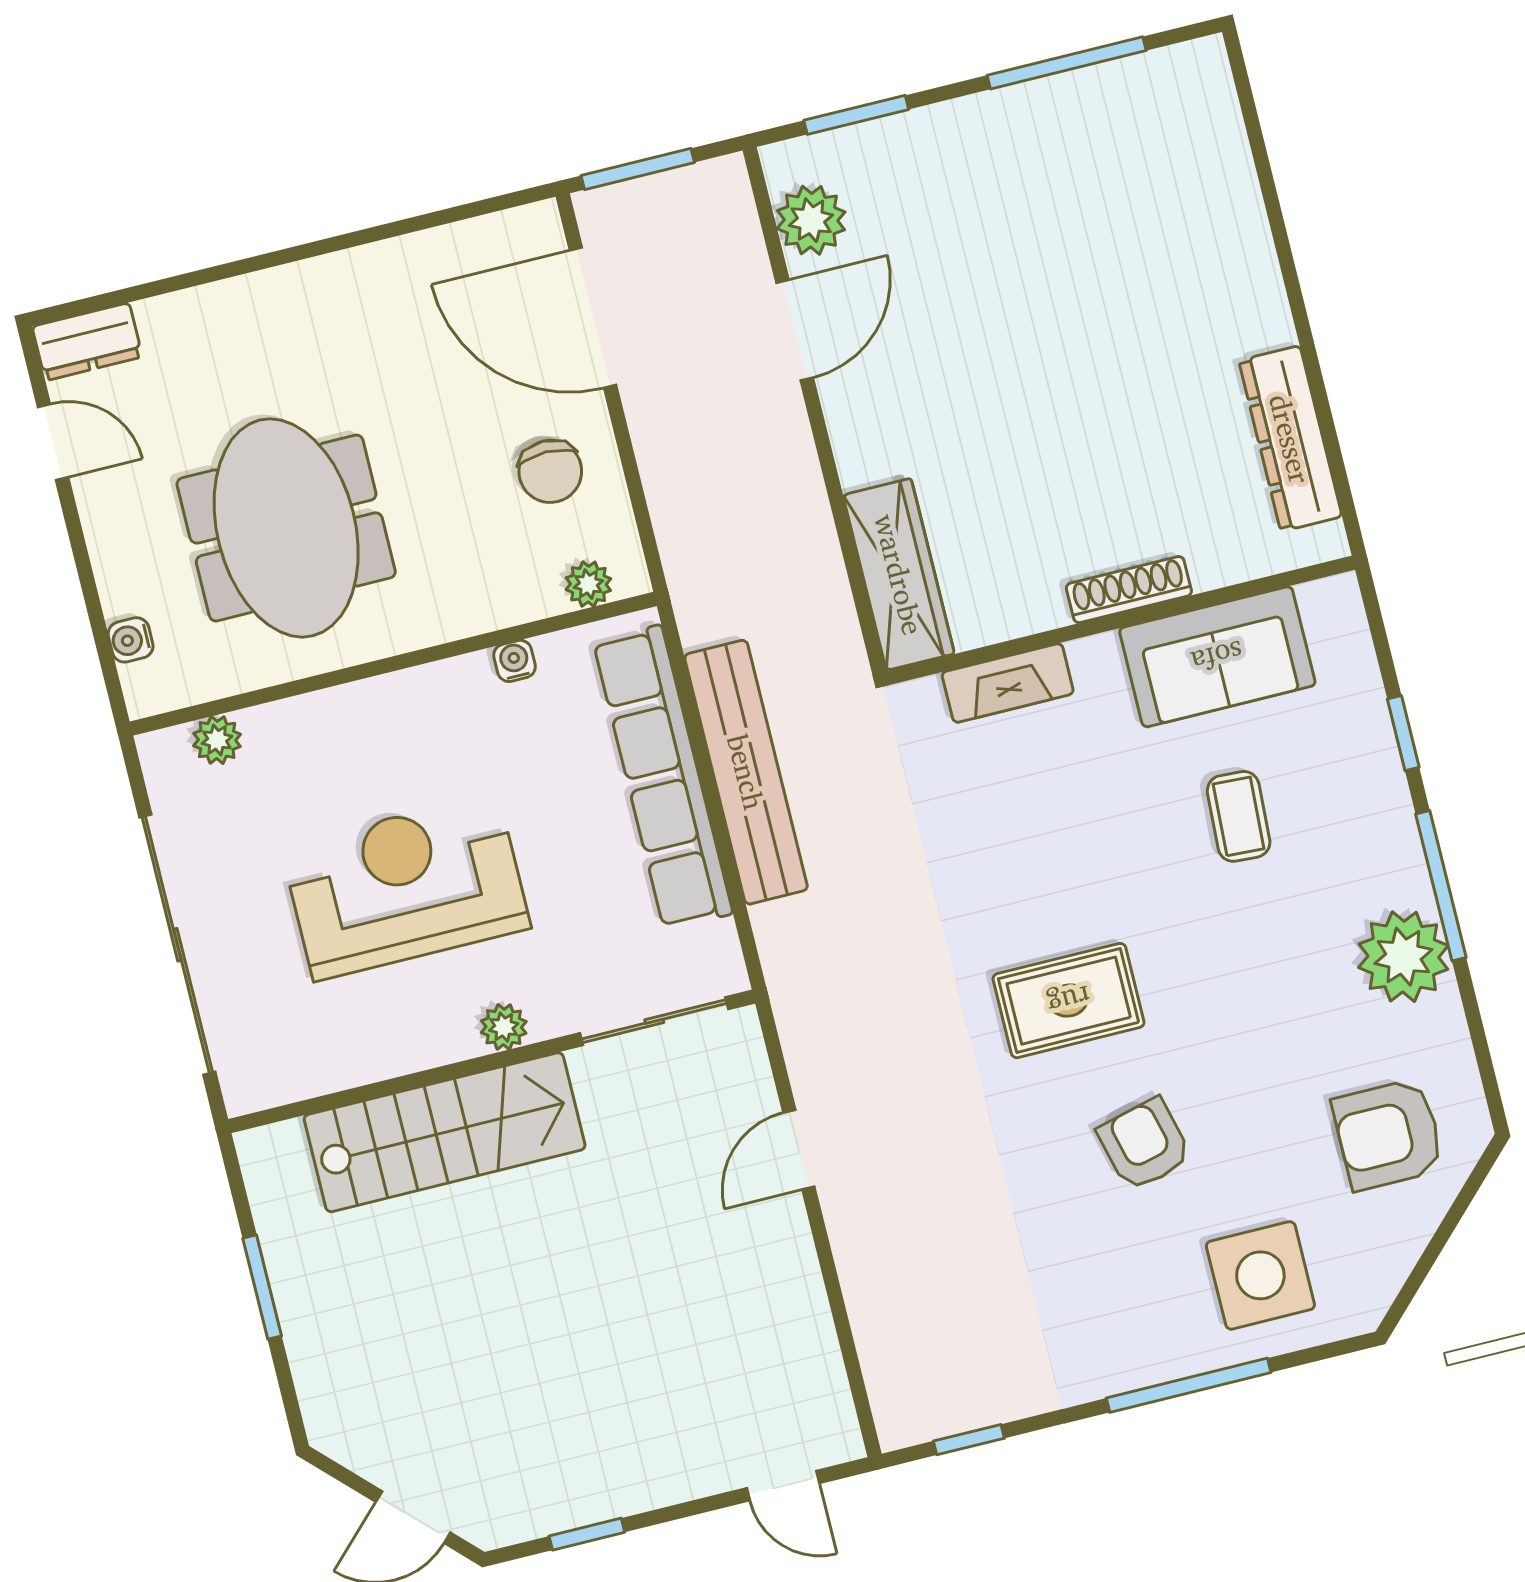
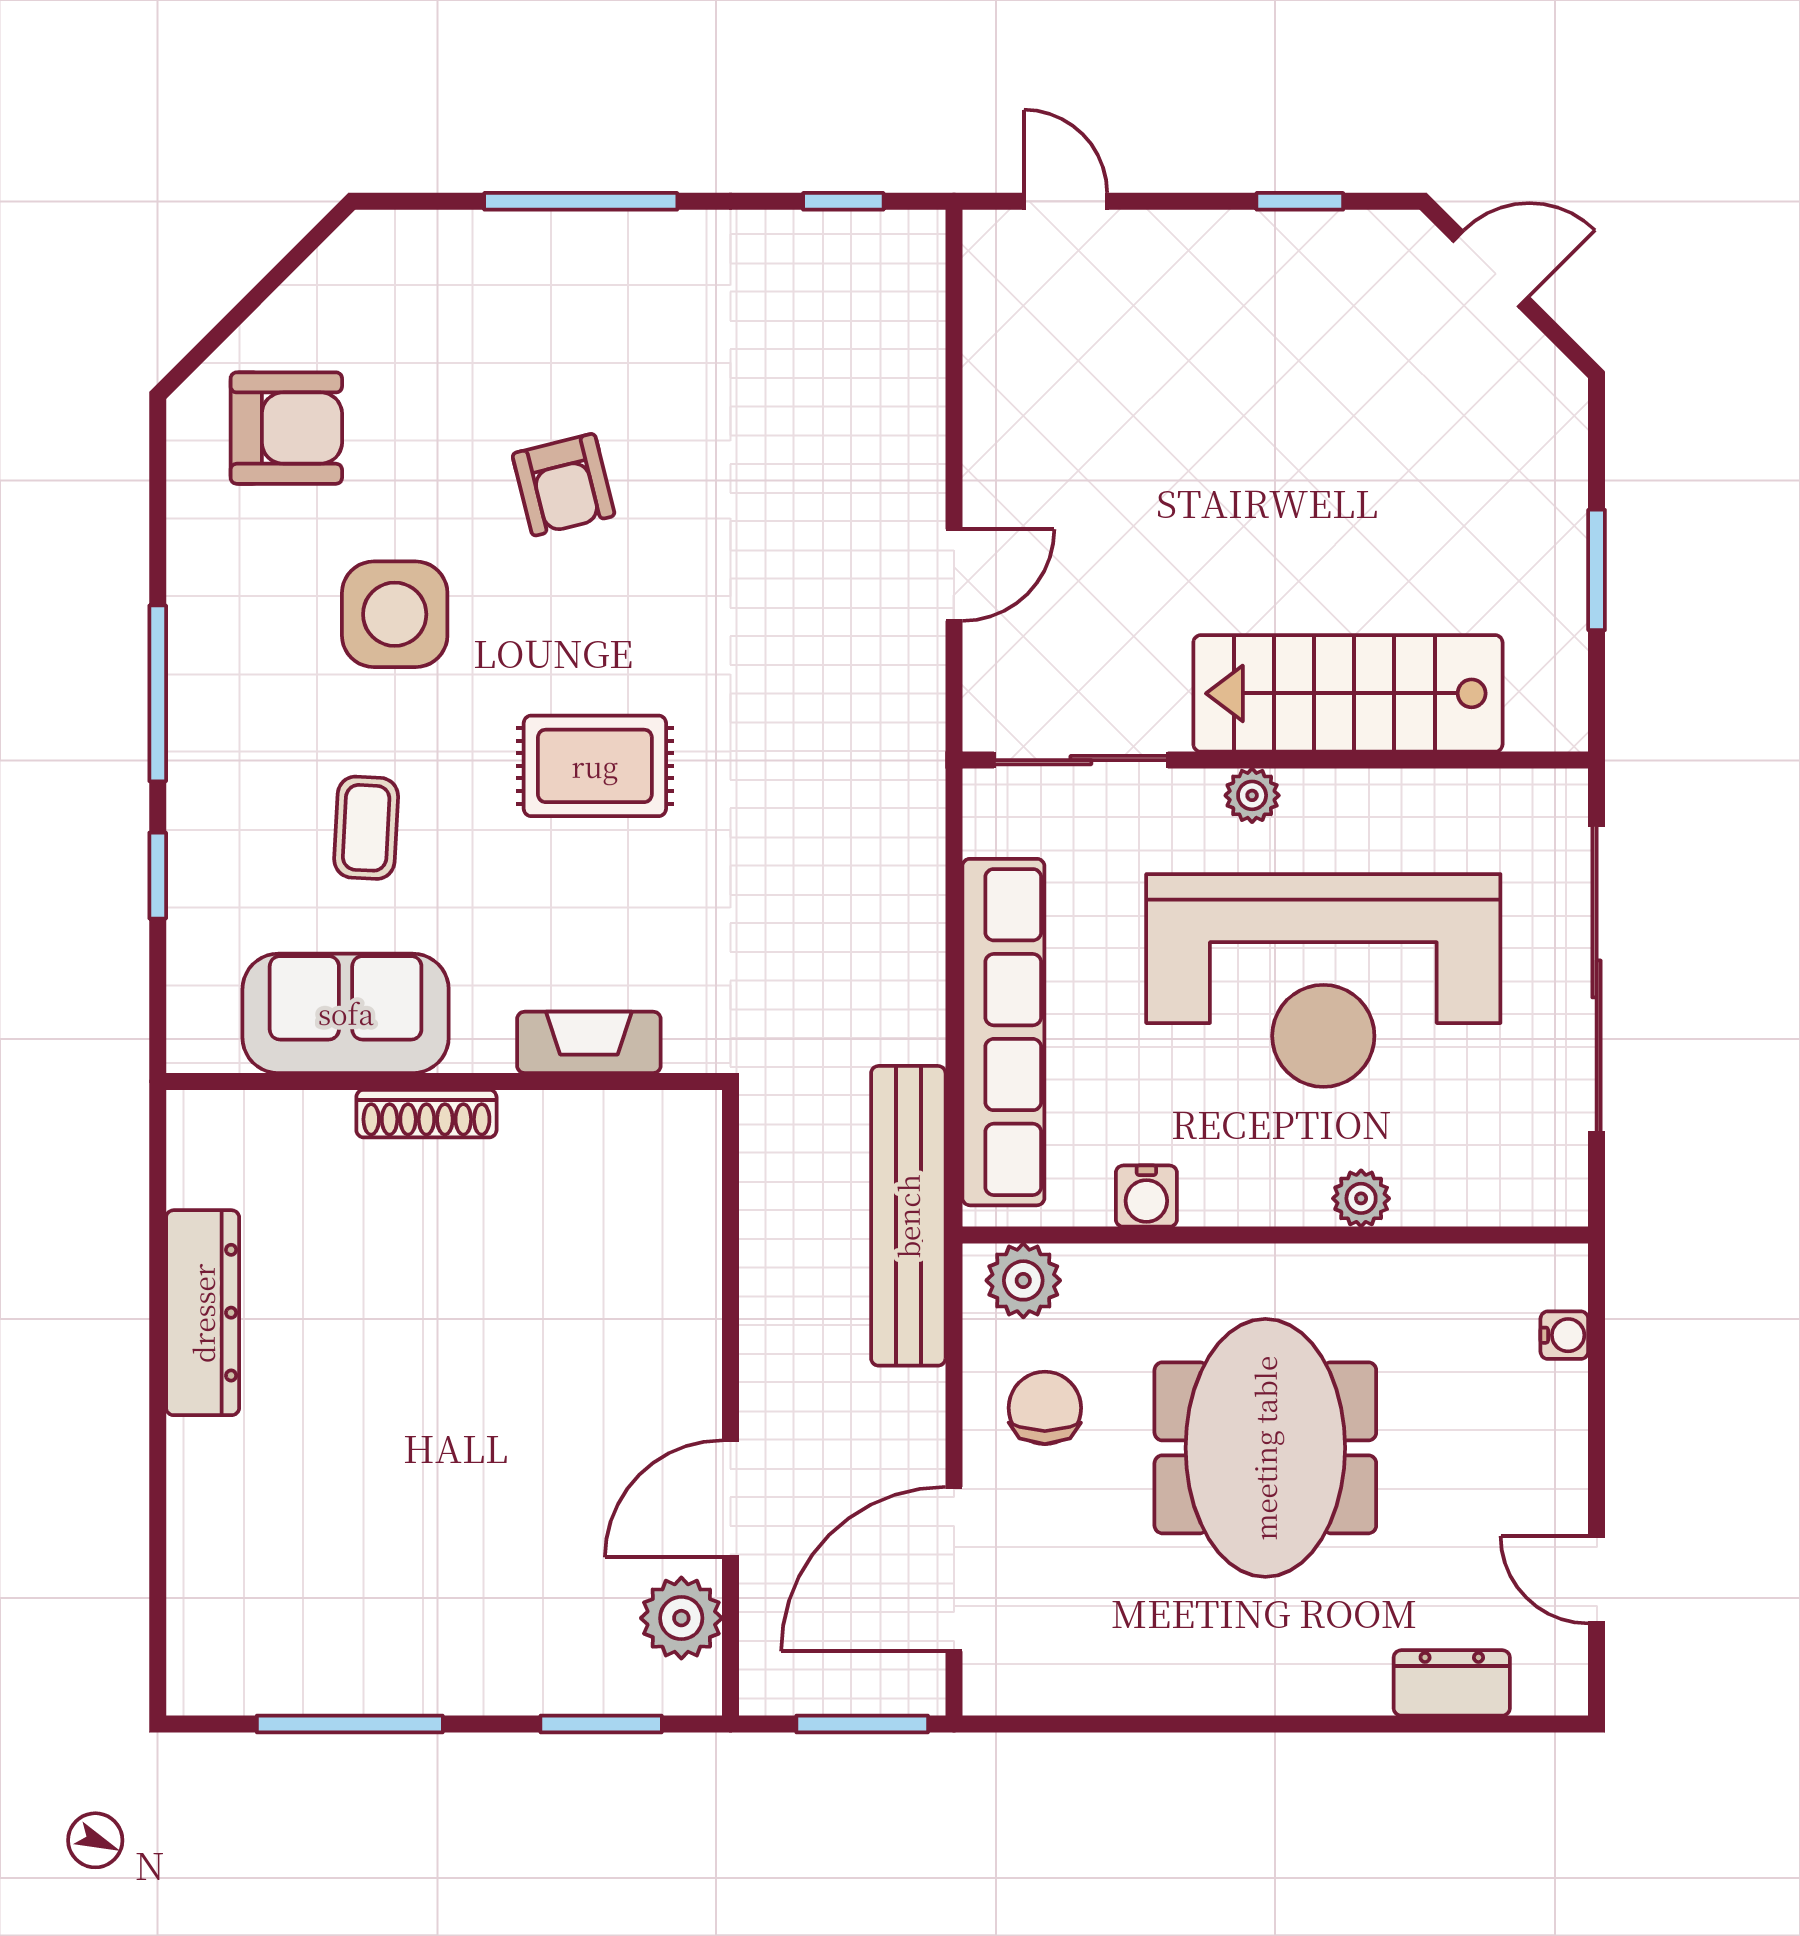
door: (593, 318) -> (954, 1569), swing flipped
dresser: (87, 342) -> (1452, 1683), moved
dresser: (1290, 439) -> (203, 1313), moved
meeting table: (286, 528) -> (1265, 1448), moved
wardrobe: (899, 574) -> (681, 1195), removed
plant: (588, 584) -> (1023, 1280), width x1.38, depth x1.38
water cooler: (515, 661) -> (1146, 1196), width x1.38, depth x1.38
plant: (217, 740) -> (1361, 1198), moved
bench: (746, 772) -> (908, 1216), moved
reception desk: (406, 887) -> (1323, 980), width x1.36, depth x1.30
plant: (1403, 957) -> (220, 624), removed
rug: (1069, 1001) -> (595, 766), moved
side table: (1260, 1275) -> (395, 614), moved

